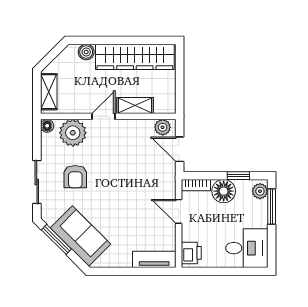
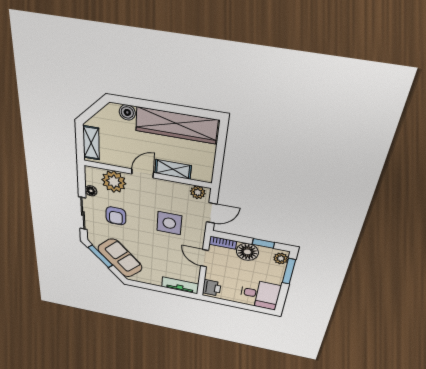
floor lamp: (47, 126) -> (91, 191), moved
door: (180, 149) -> (212, 213), swing flipped
side table: (135, 173) -> (169, 223), added

